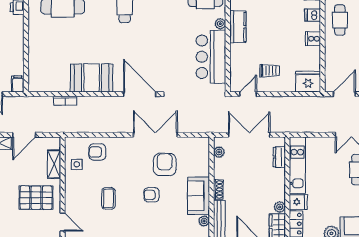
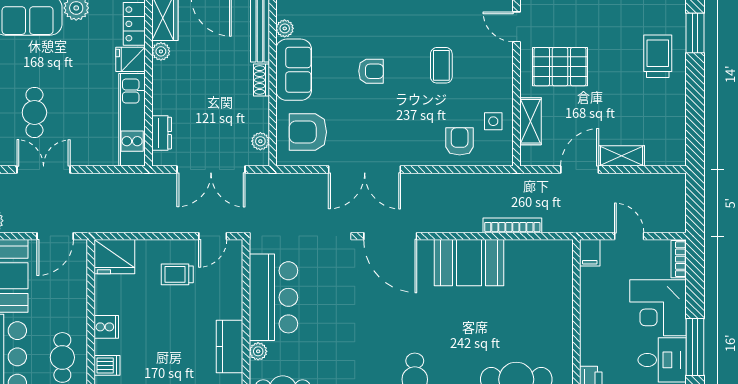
bookcase: (65, 101) -> (512, 225), width x1.56
armchair: (97, 152) -> (460, 141), turned -90
armchair: (165, 165) -> (308, 132), moved, turned 90

